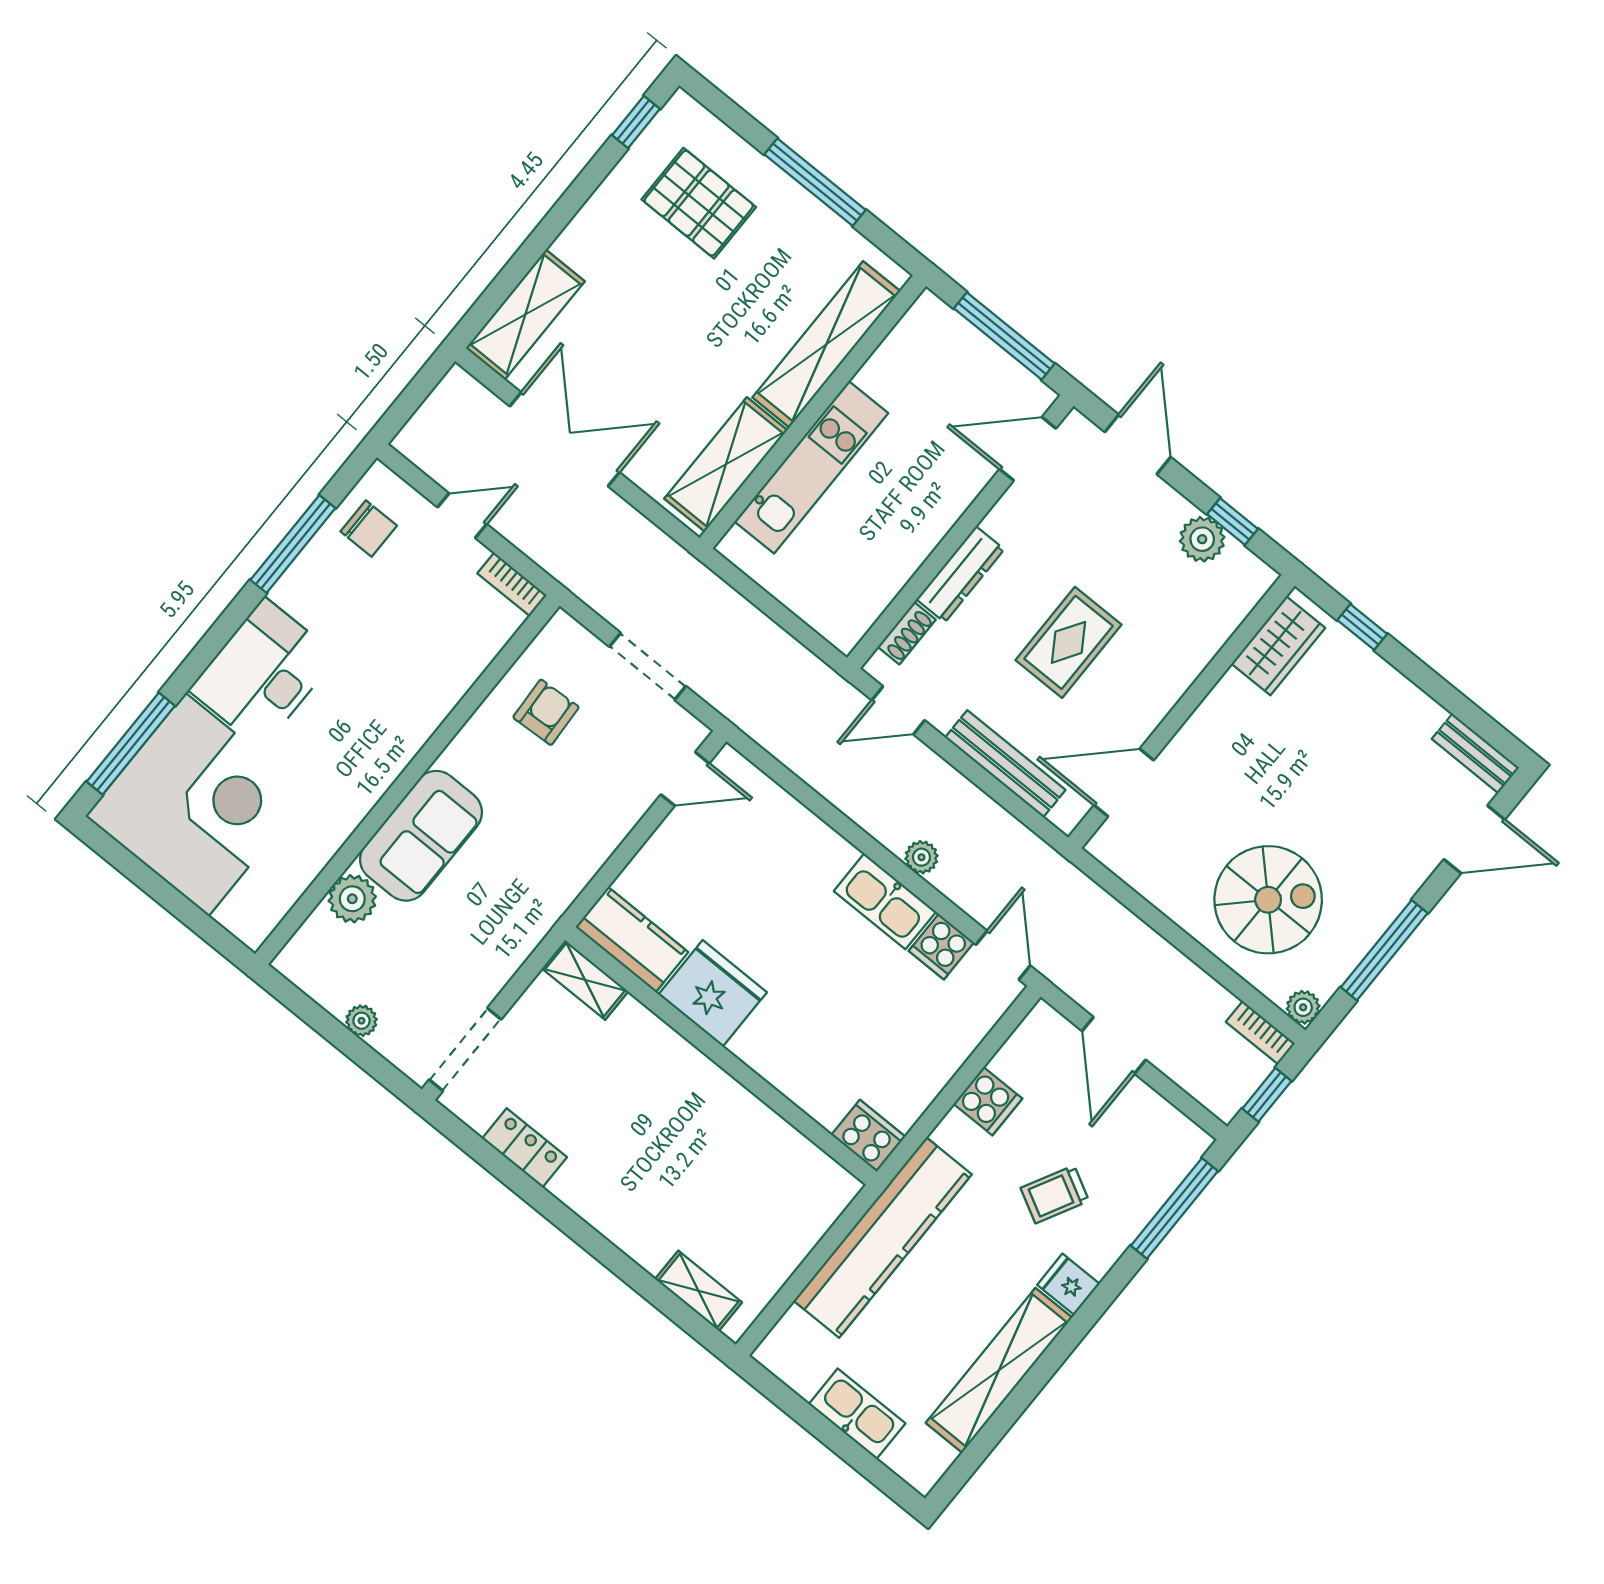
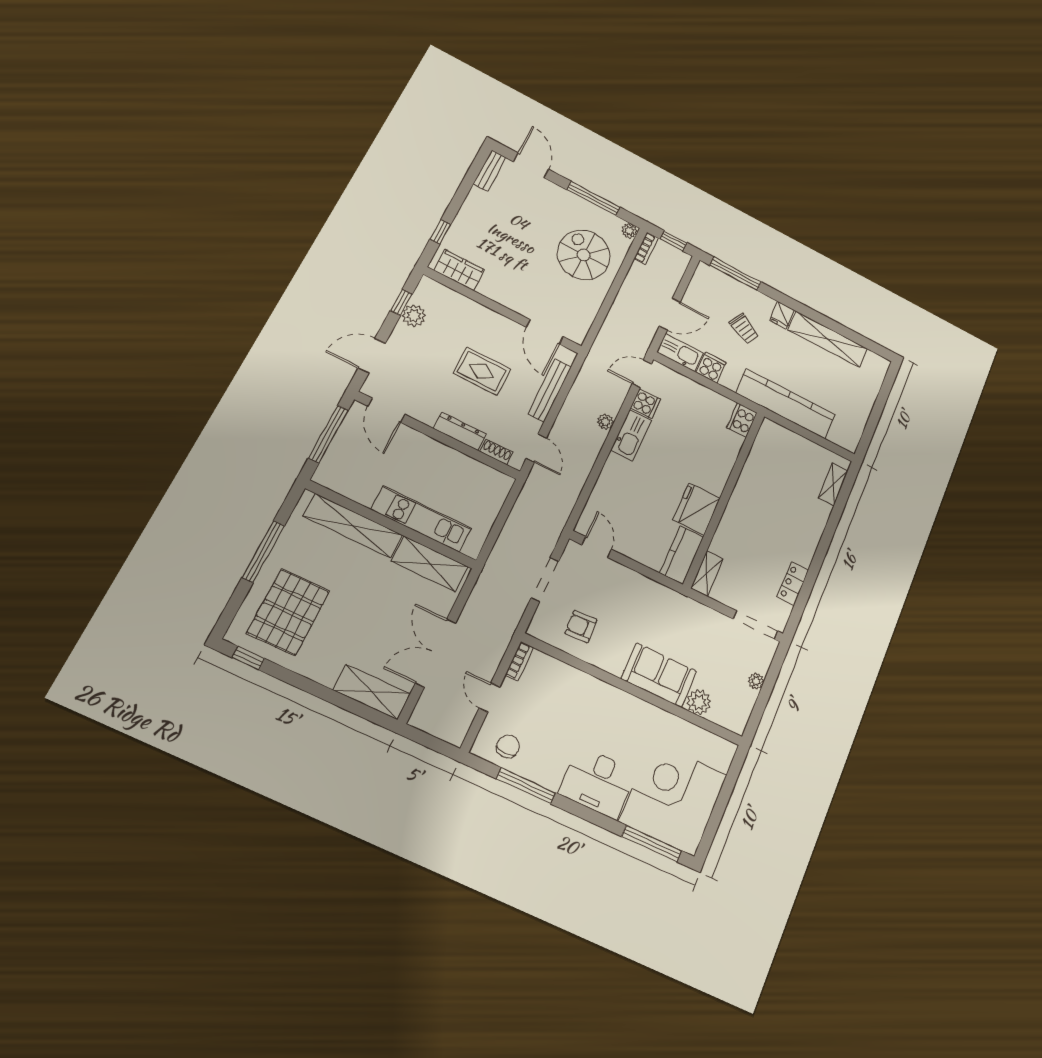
pallet: (699, 203) -> (288, 612), width x1.37, depth x1.41
kitchen sink: (857, 1414) -> (680, 352), moved, turned 90

